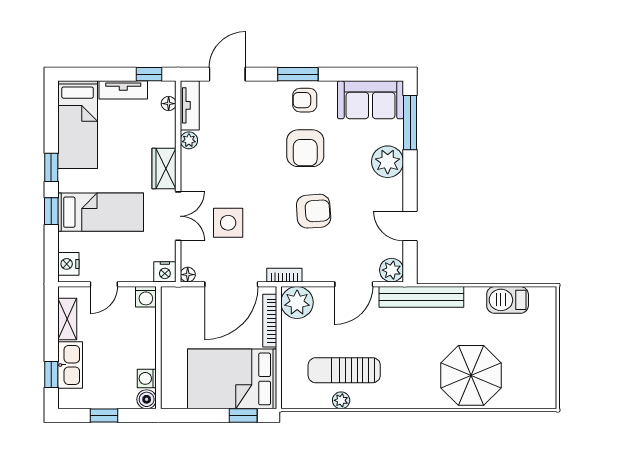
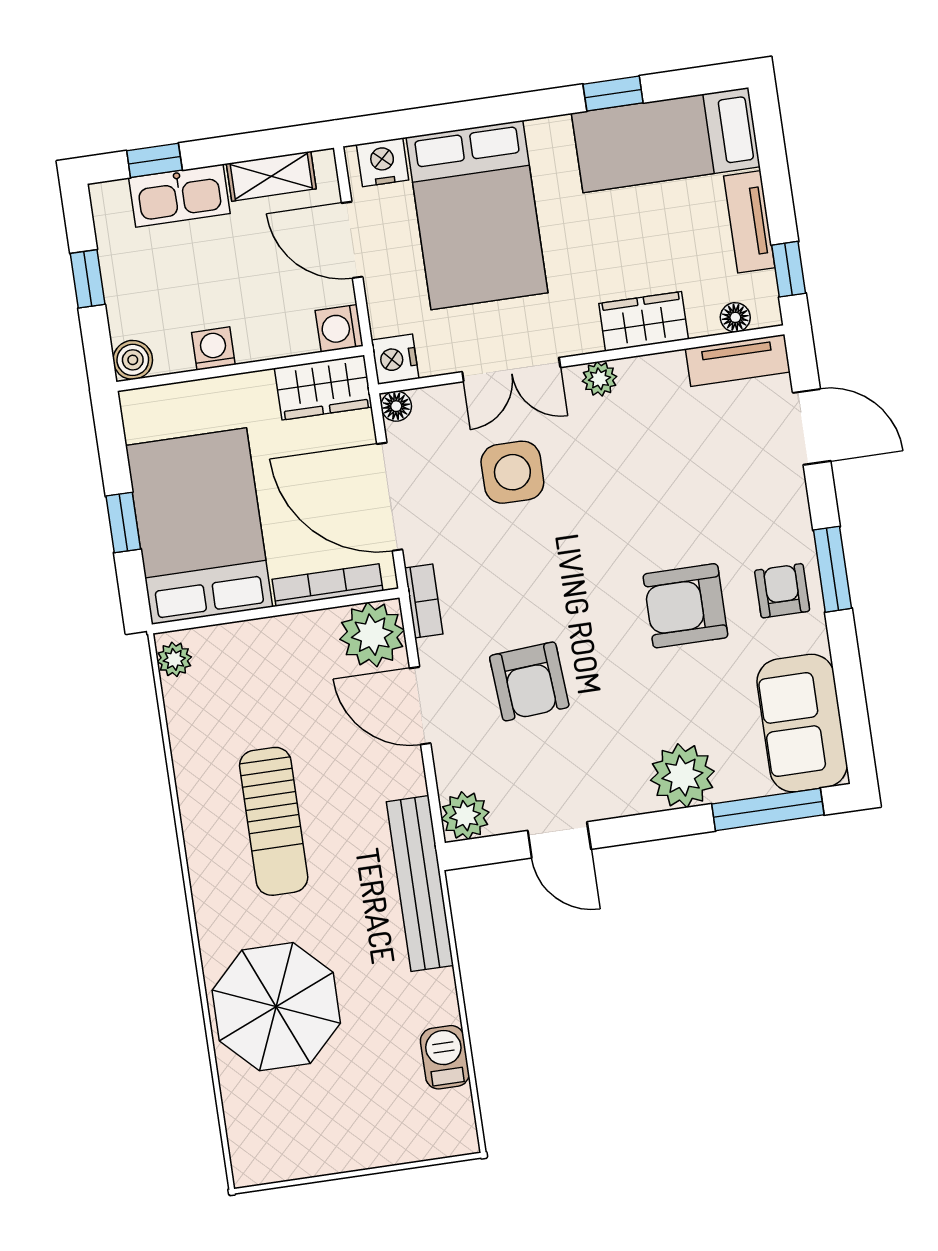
plant: (189, 140) -> (599, 379), moved
window: (51, 167) -> (613, 94), moved
wardrobe: (164, 169) -> (644, 321), moved
window: (51, 211) -> (484, 112), removed
armchair: (314, 211) -> (529, 681), moved
bed: (101, 212) -> (477, 215), width x1.50
door: (410, 226) -> (559, 840), swing flipped
door: (104, 284) -> (352, 240), width x1.38
door: (354, 284) -> (420, 706), moved
barbecue: (508, 300) -> (445, 1057), width x0.73, depth x0.79
wardrobe: (174, 309) -> (323, 388), added
sun lounger: (344, 370) -> (274, 821), moved, turned 180
washing machine: (147, 378) -> (213, 349), moved
plant: (341, 400) -> (174, 659), moved
window: (243, 415) -> (123, 523), moved

